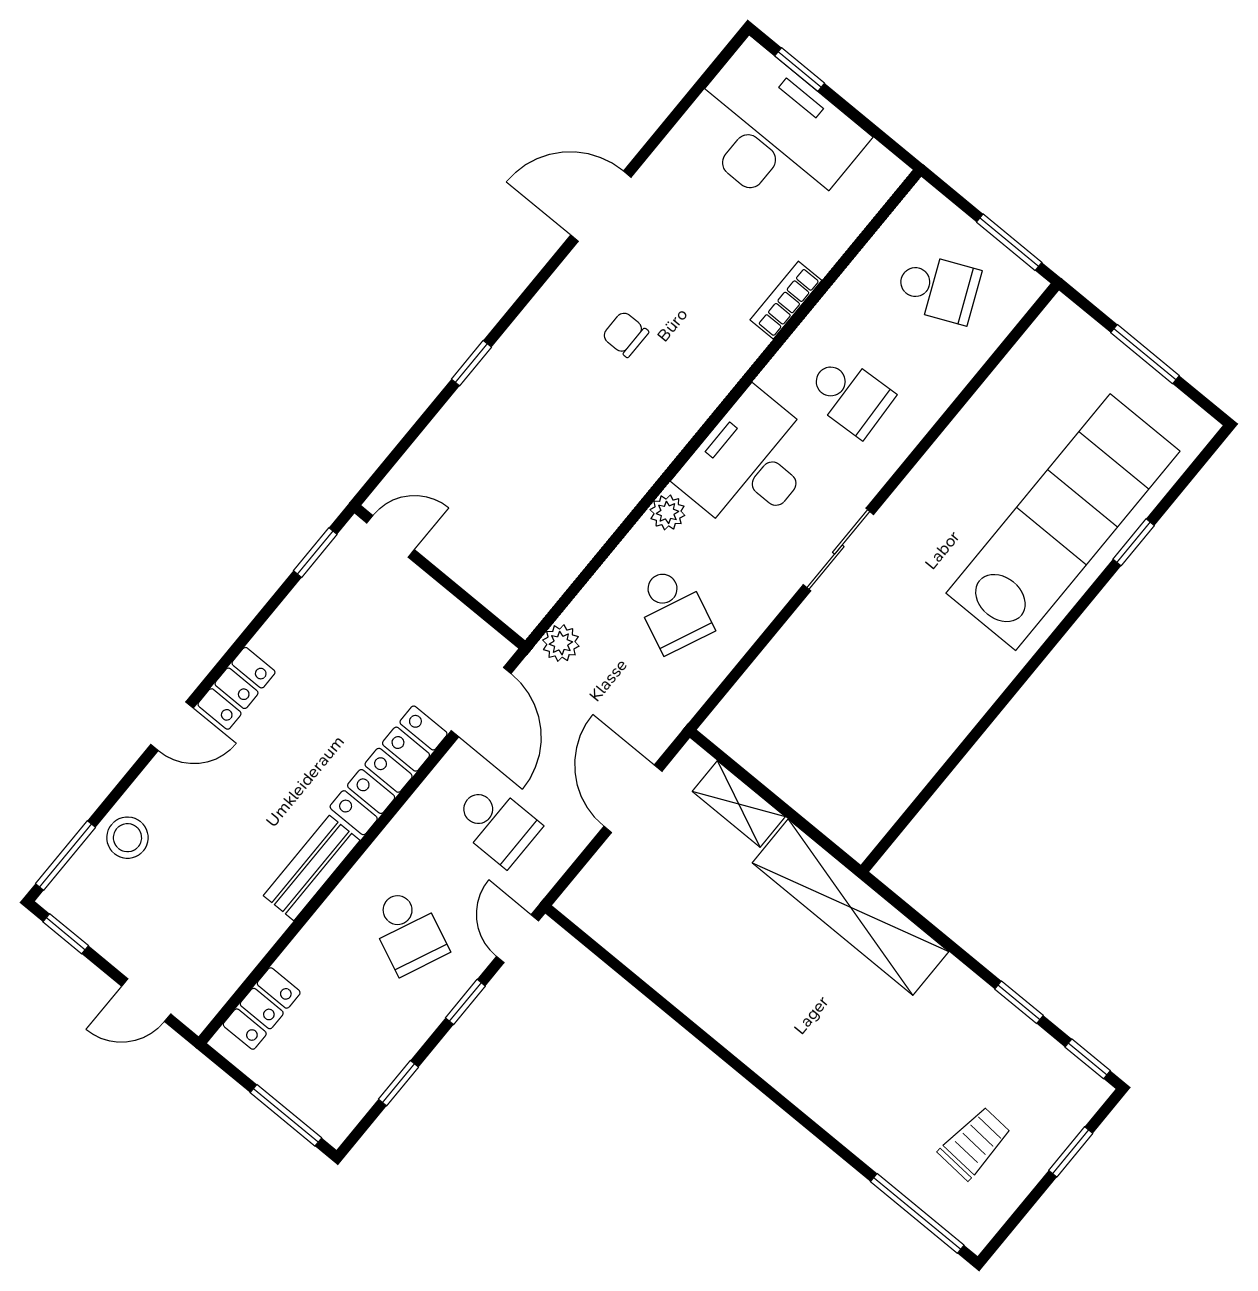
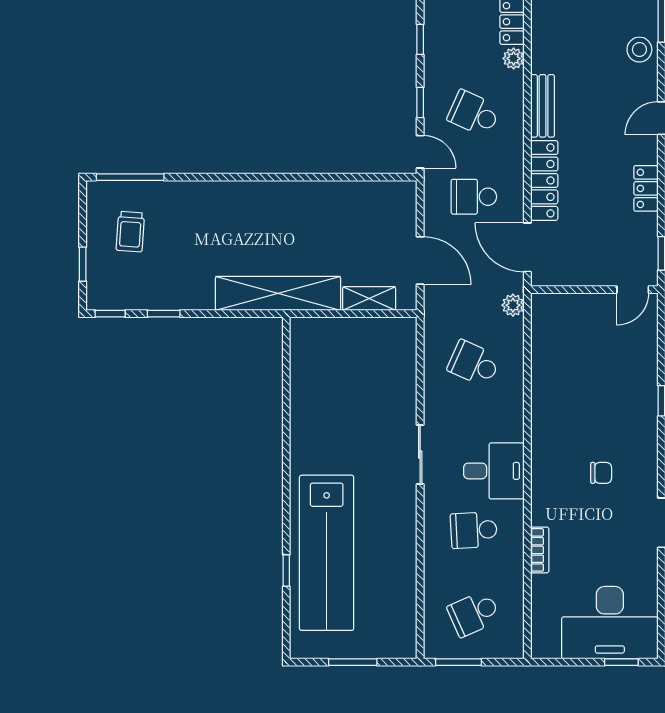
desk: (750, 464) -> (494, 471), width x0.73
plant: (667, 512) -> (514, 58), moved
locker: (237, 688) -> (646, 188), moved

